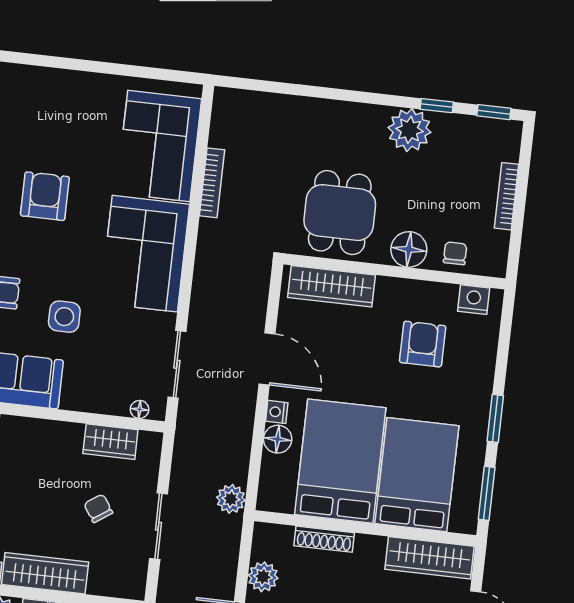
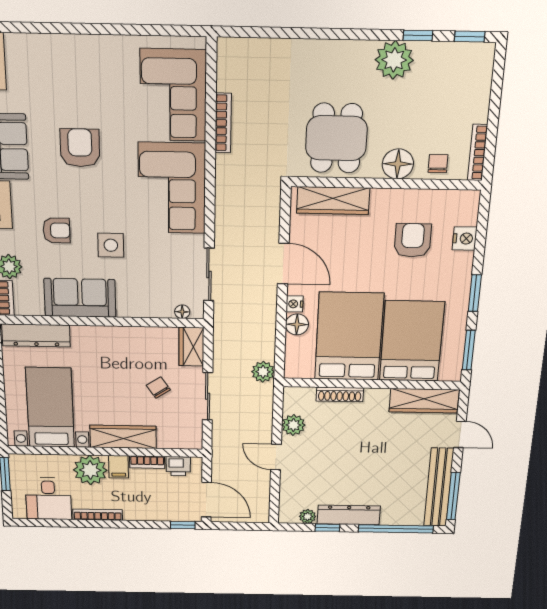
bookcase: (506, 196) -> (478, 153), moved
nightstand: (474, 300) -> (465, 239), moved, turned 90
wardrobe: (110, 442) -> (191, 347), moved, turned 90

